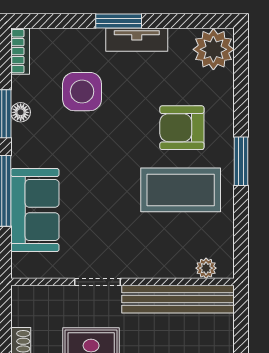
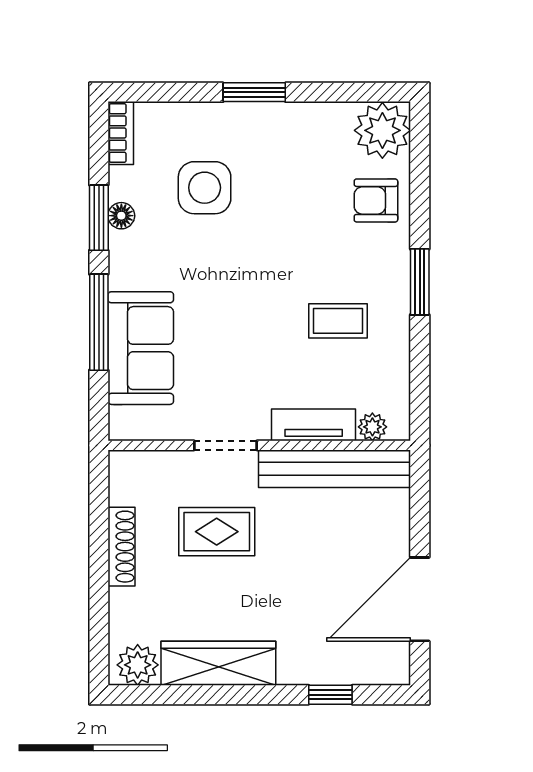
tv unit: (137, 40) -> (314, 425), moved, turned 180
armchair: (182, 128) -> (376, 200), moved, width x0.72, depth x0.72
coffee table: (181, 190) -> (338, 321), width x0.54, depth x0.58

